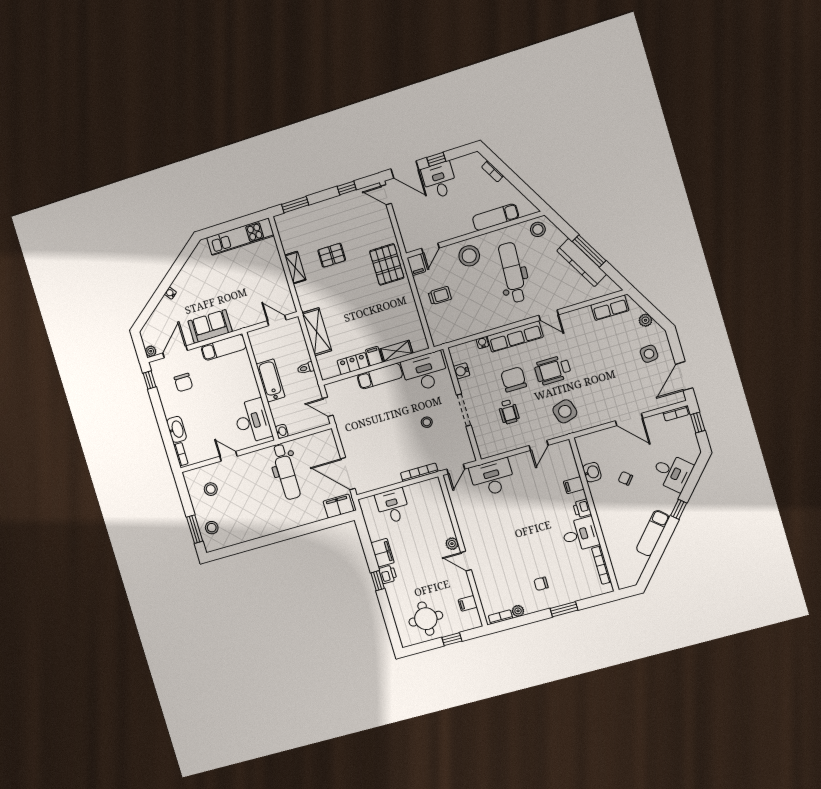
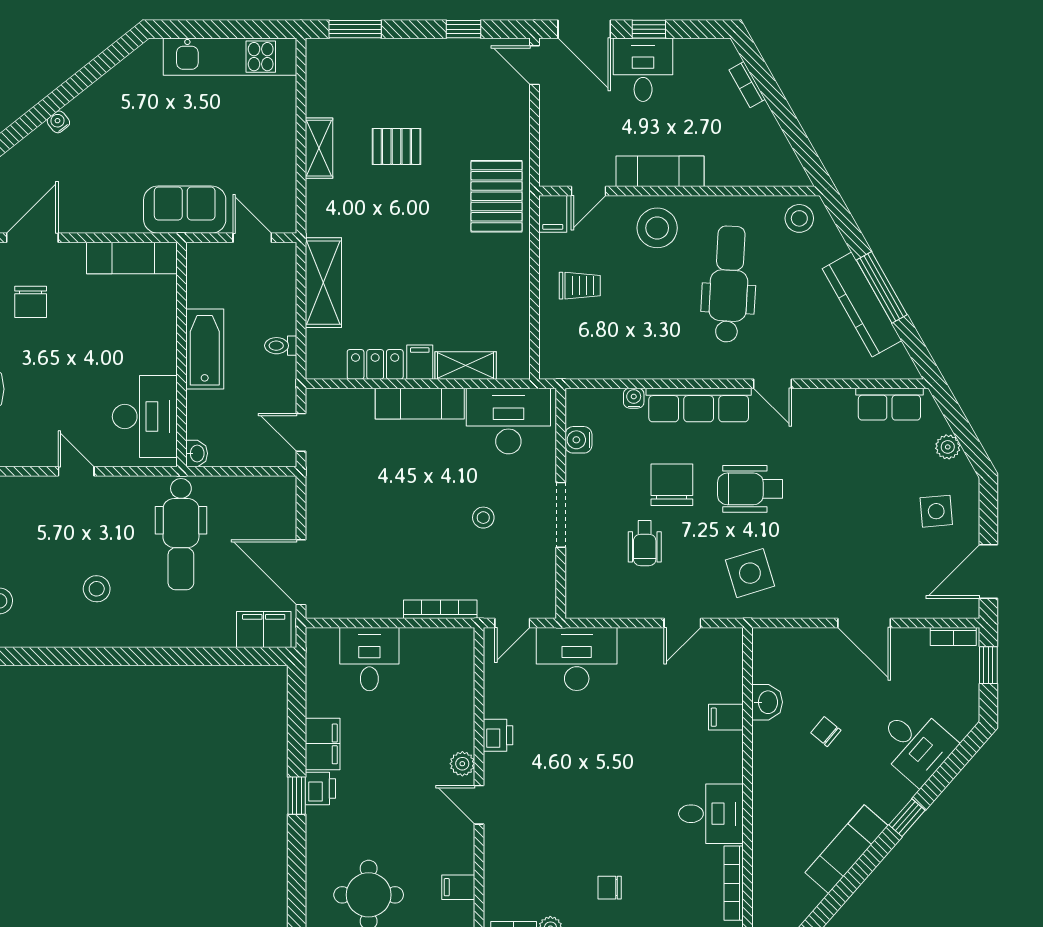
exam couch: (496, 217) -> (660, 171), moved
sofa: (210, 326) -> (185, 210), moved
stool: (211, 489) -> (97, 589), moved
printer: (582, 508) -> (498, 735), moved, turned 180

